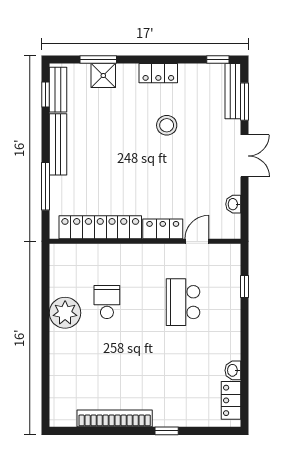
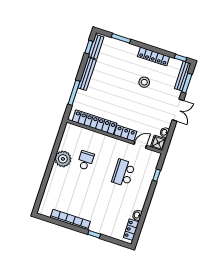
locker: (158, 73) -> (154, 57), width x1.53
shower: (103, 76) -> (158, 143), moved

